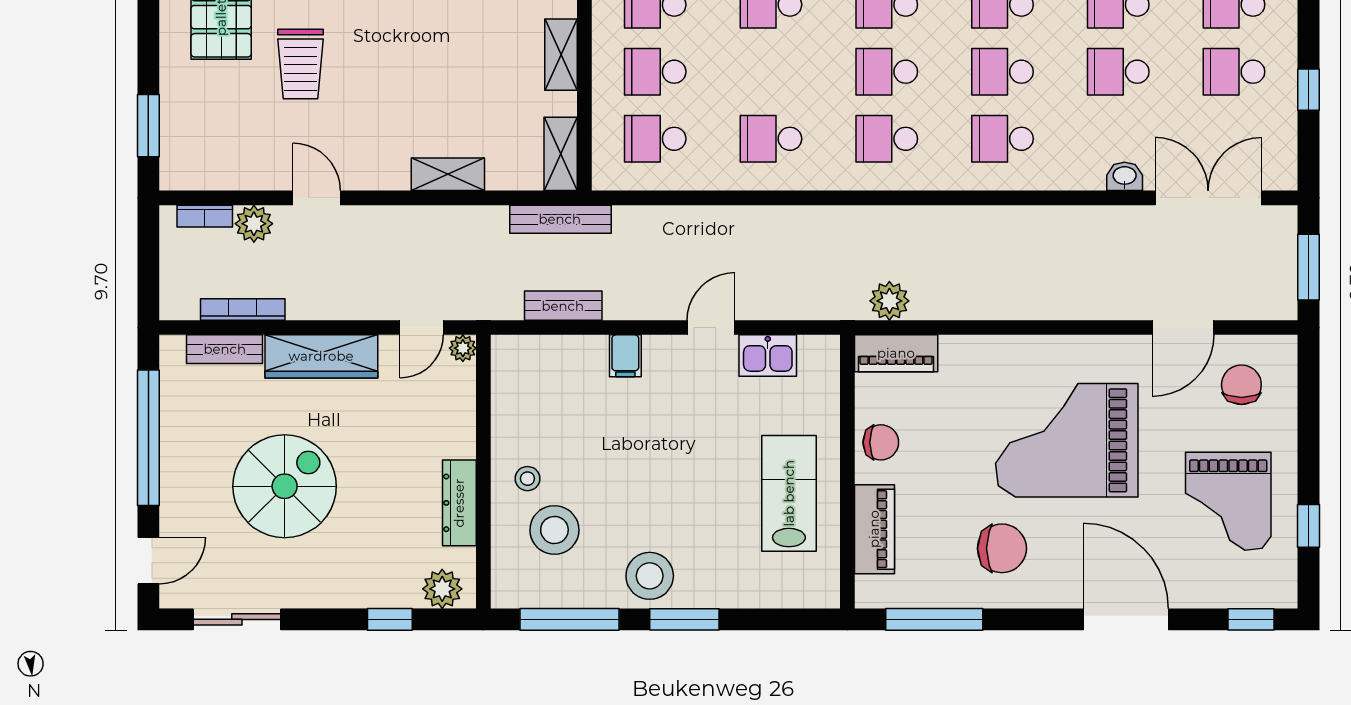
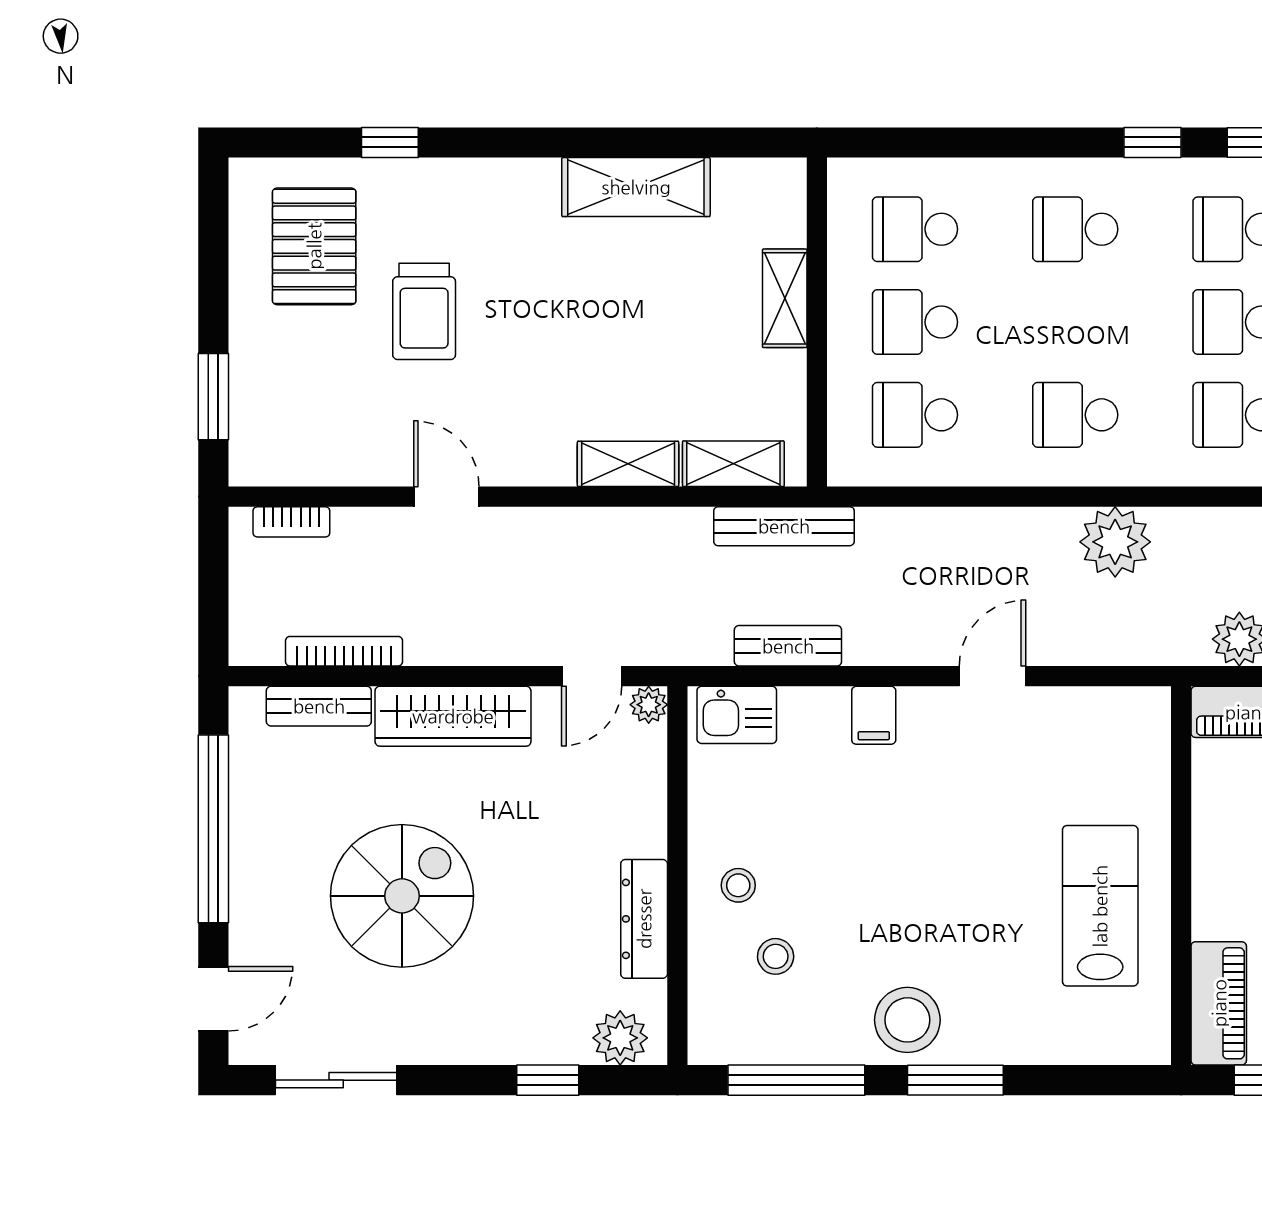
shelving: (561, 154) -> (733, 464), moved, turned 90
plant: (254, 224) -> (1115, 542), moved, width x1.36, depth x1.36
kitchen sink: (768, 356) -> (737, 715), moved
chair: (881, 442) -> (1227, 835), removed
piano: (874, 529) -> (1219, 1003), moved
stool: (554, 530) -> (776, 956), width x0.53, depth x0.53

